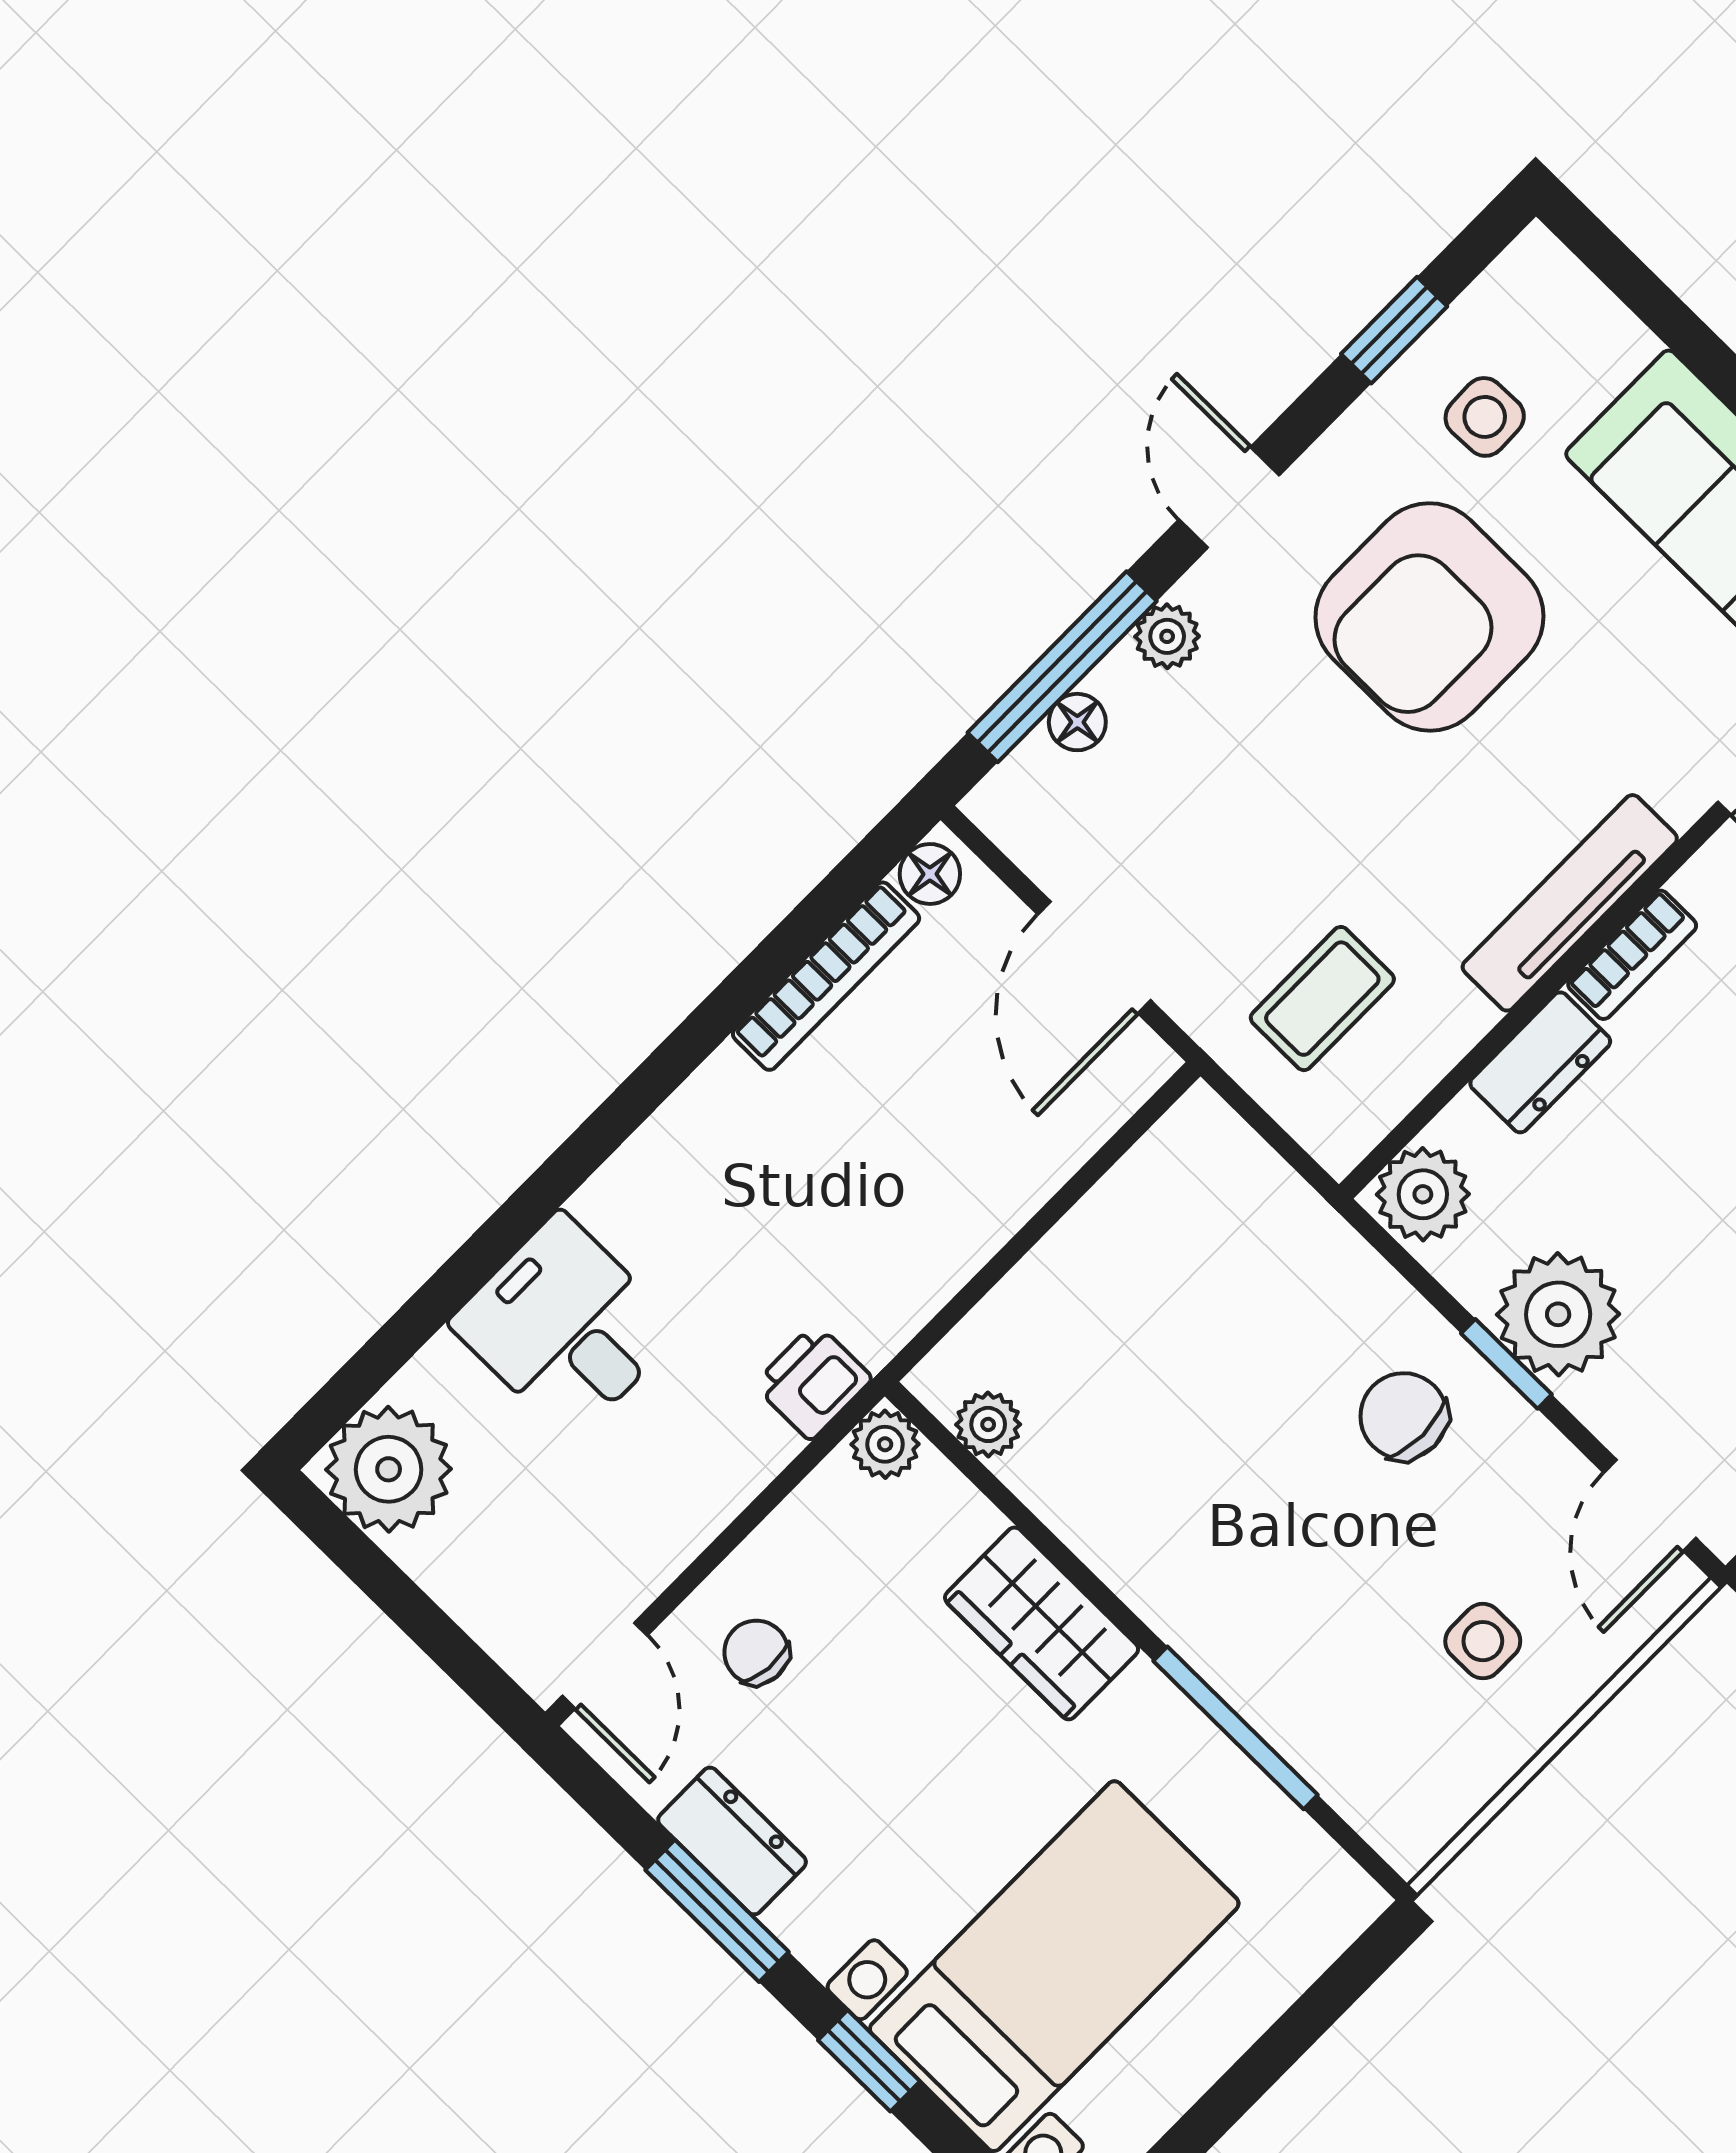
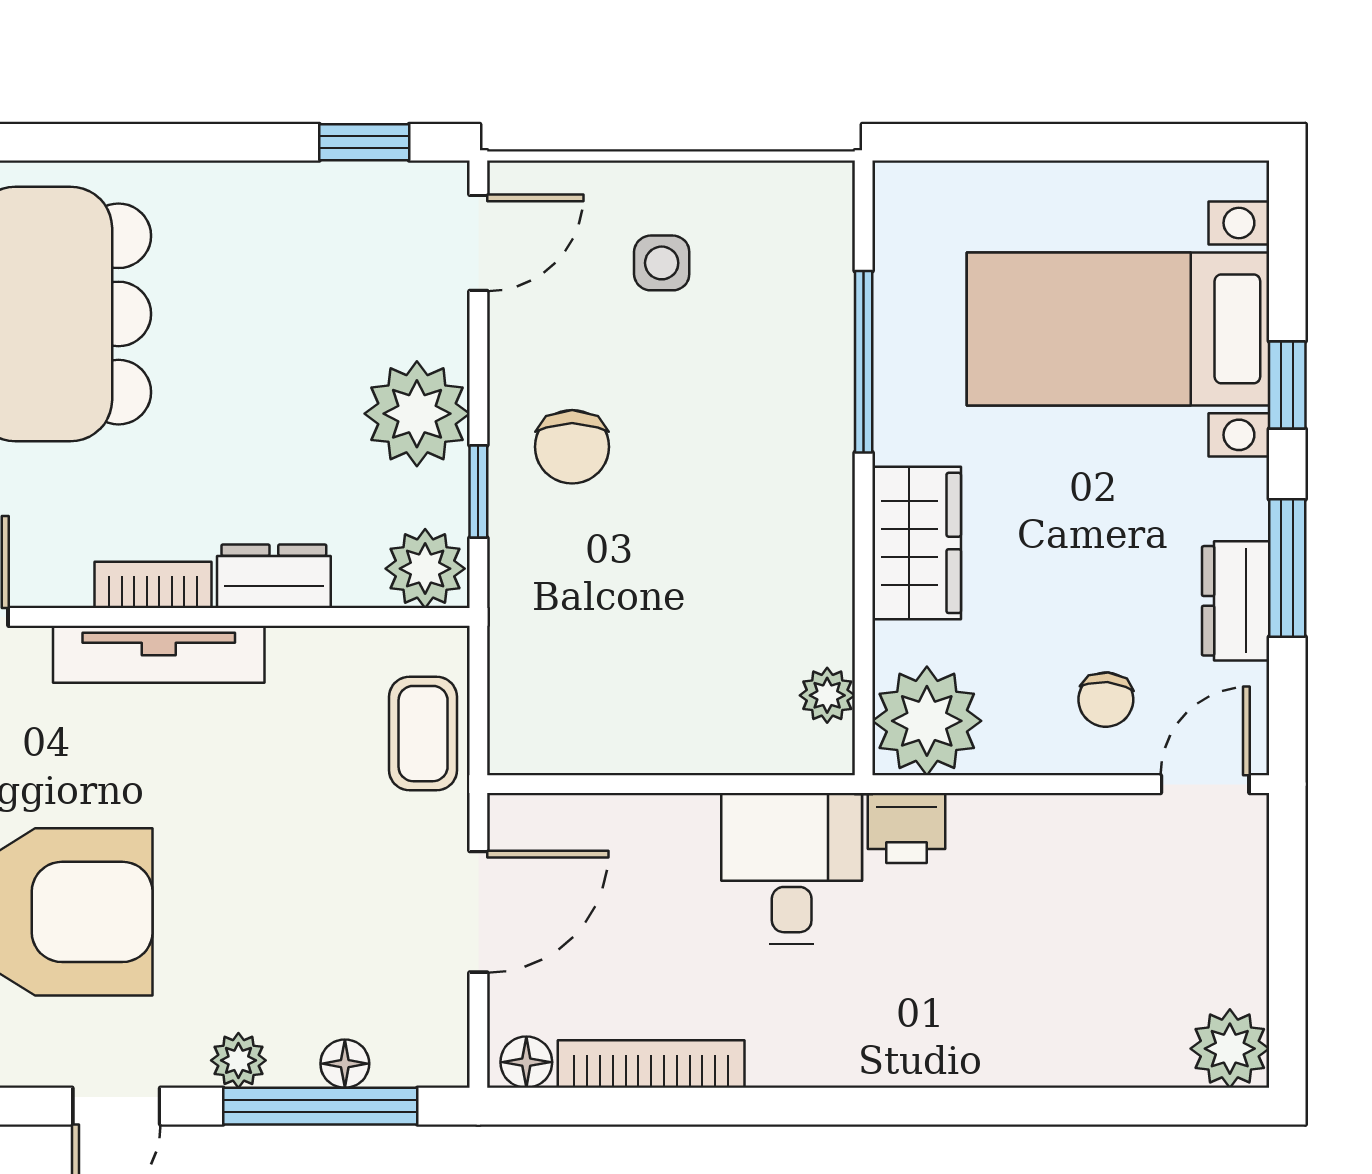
coffee table: (1322, 999) -> (423, 734), moved, turned 90
desk: (565, 1327) -> (792, 869), moved, turned 180
window: (1506, 1364) -> (478, 492), moved
plant: (885, 1444) -> (927, 721), width x1.88, depth x1.88
plant: (389, 1469) -> (1230, 1049), width x0.73, depth x0.73

